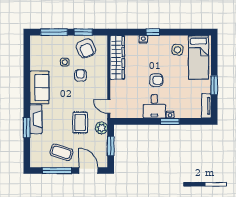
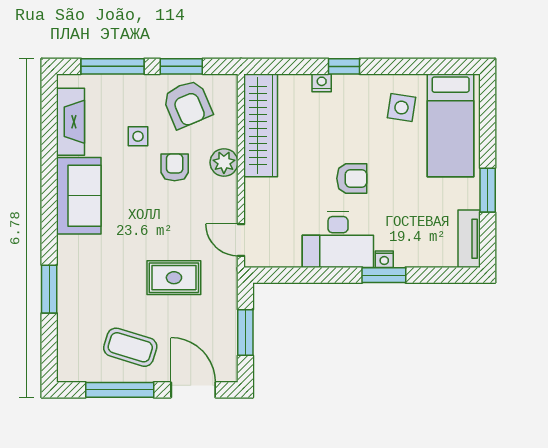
desk: (154, 106) -> (338, 240), width x1.37
fireplace: (36, 119) -> (70, 122), moved
rug: (80, 123) -> (174, 278), turned 90
plant: (102, 128) -> (224, 162), moved

